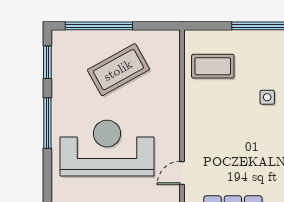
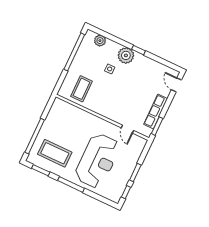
coffee table: (118, 70) -> (55, 153), moved, turned -61
reception desk: (107, 148) -> (98, 161), turned 180

